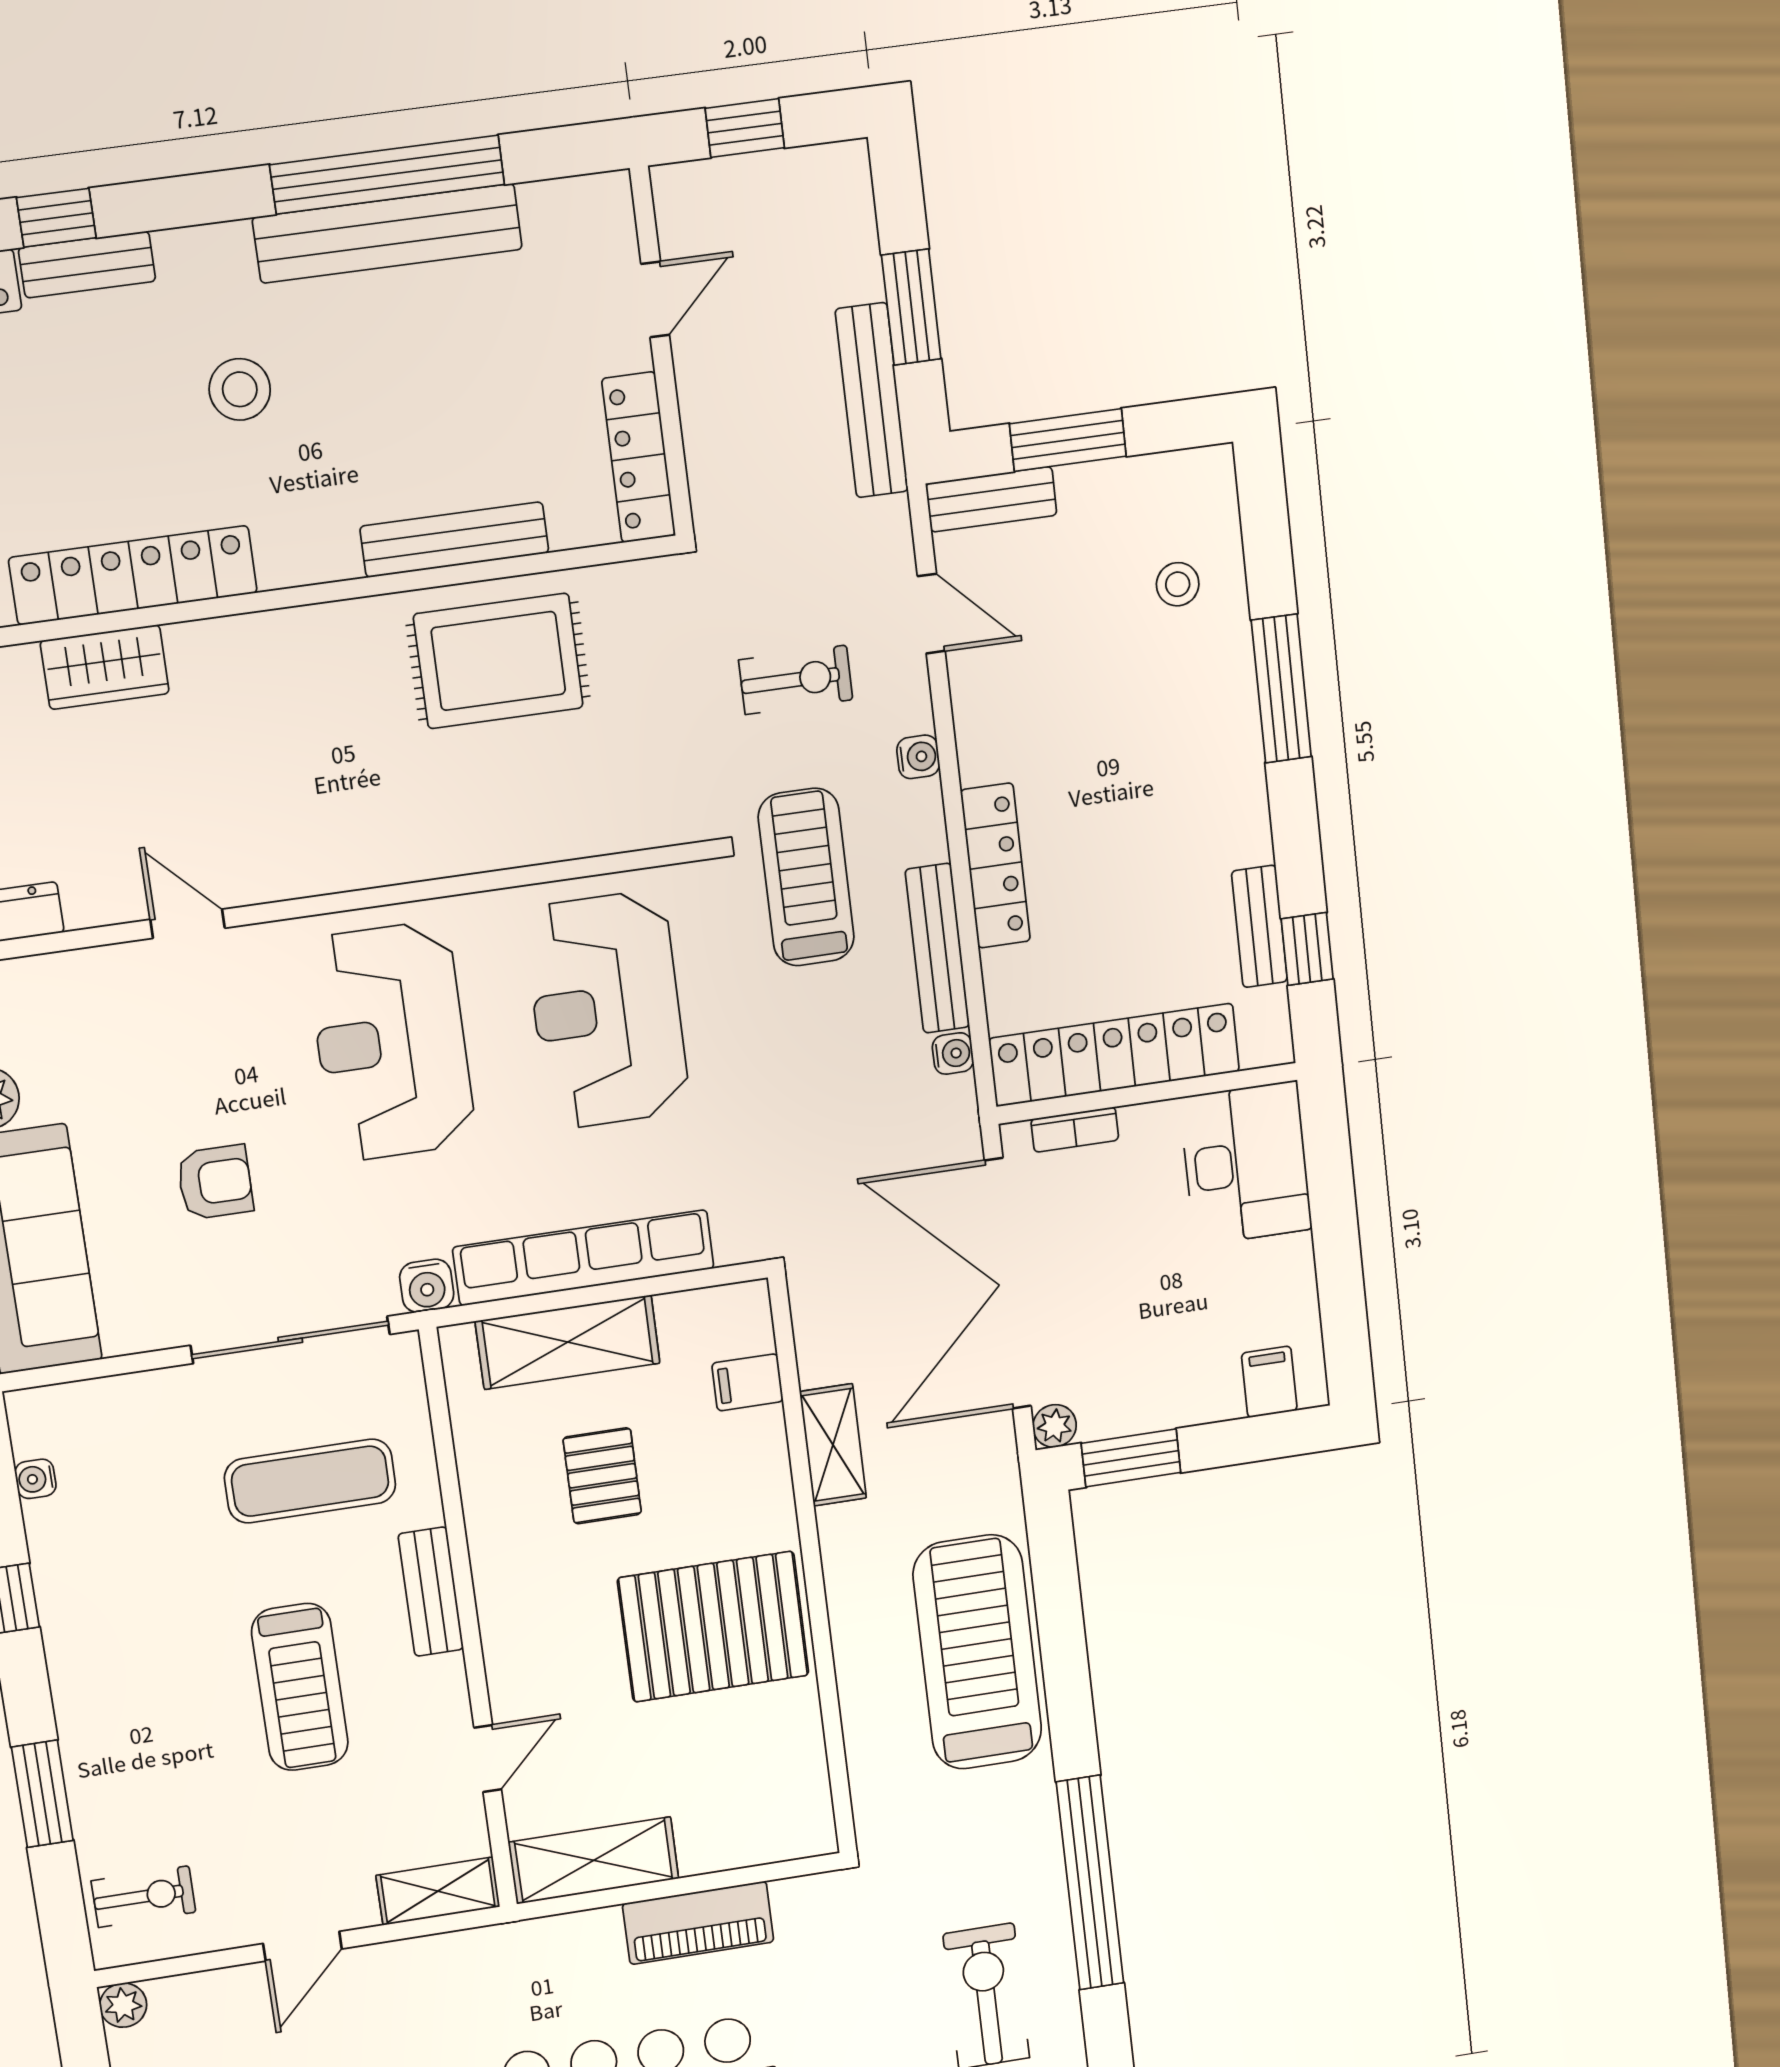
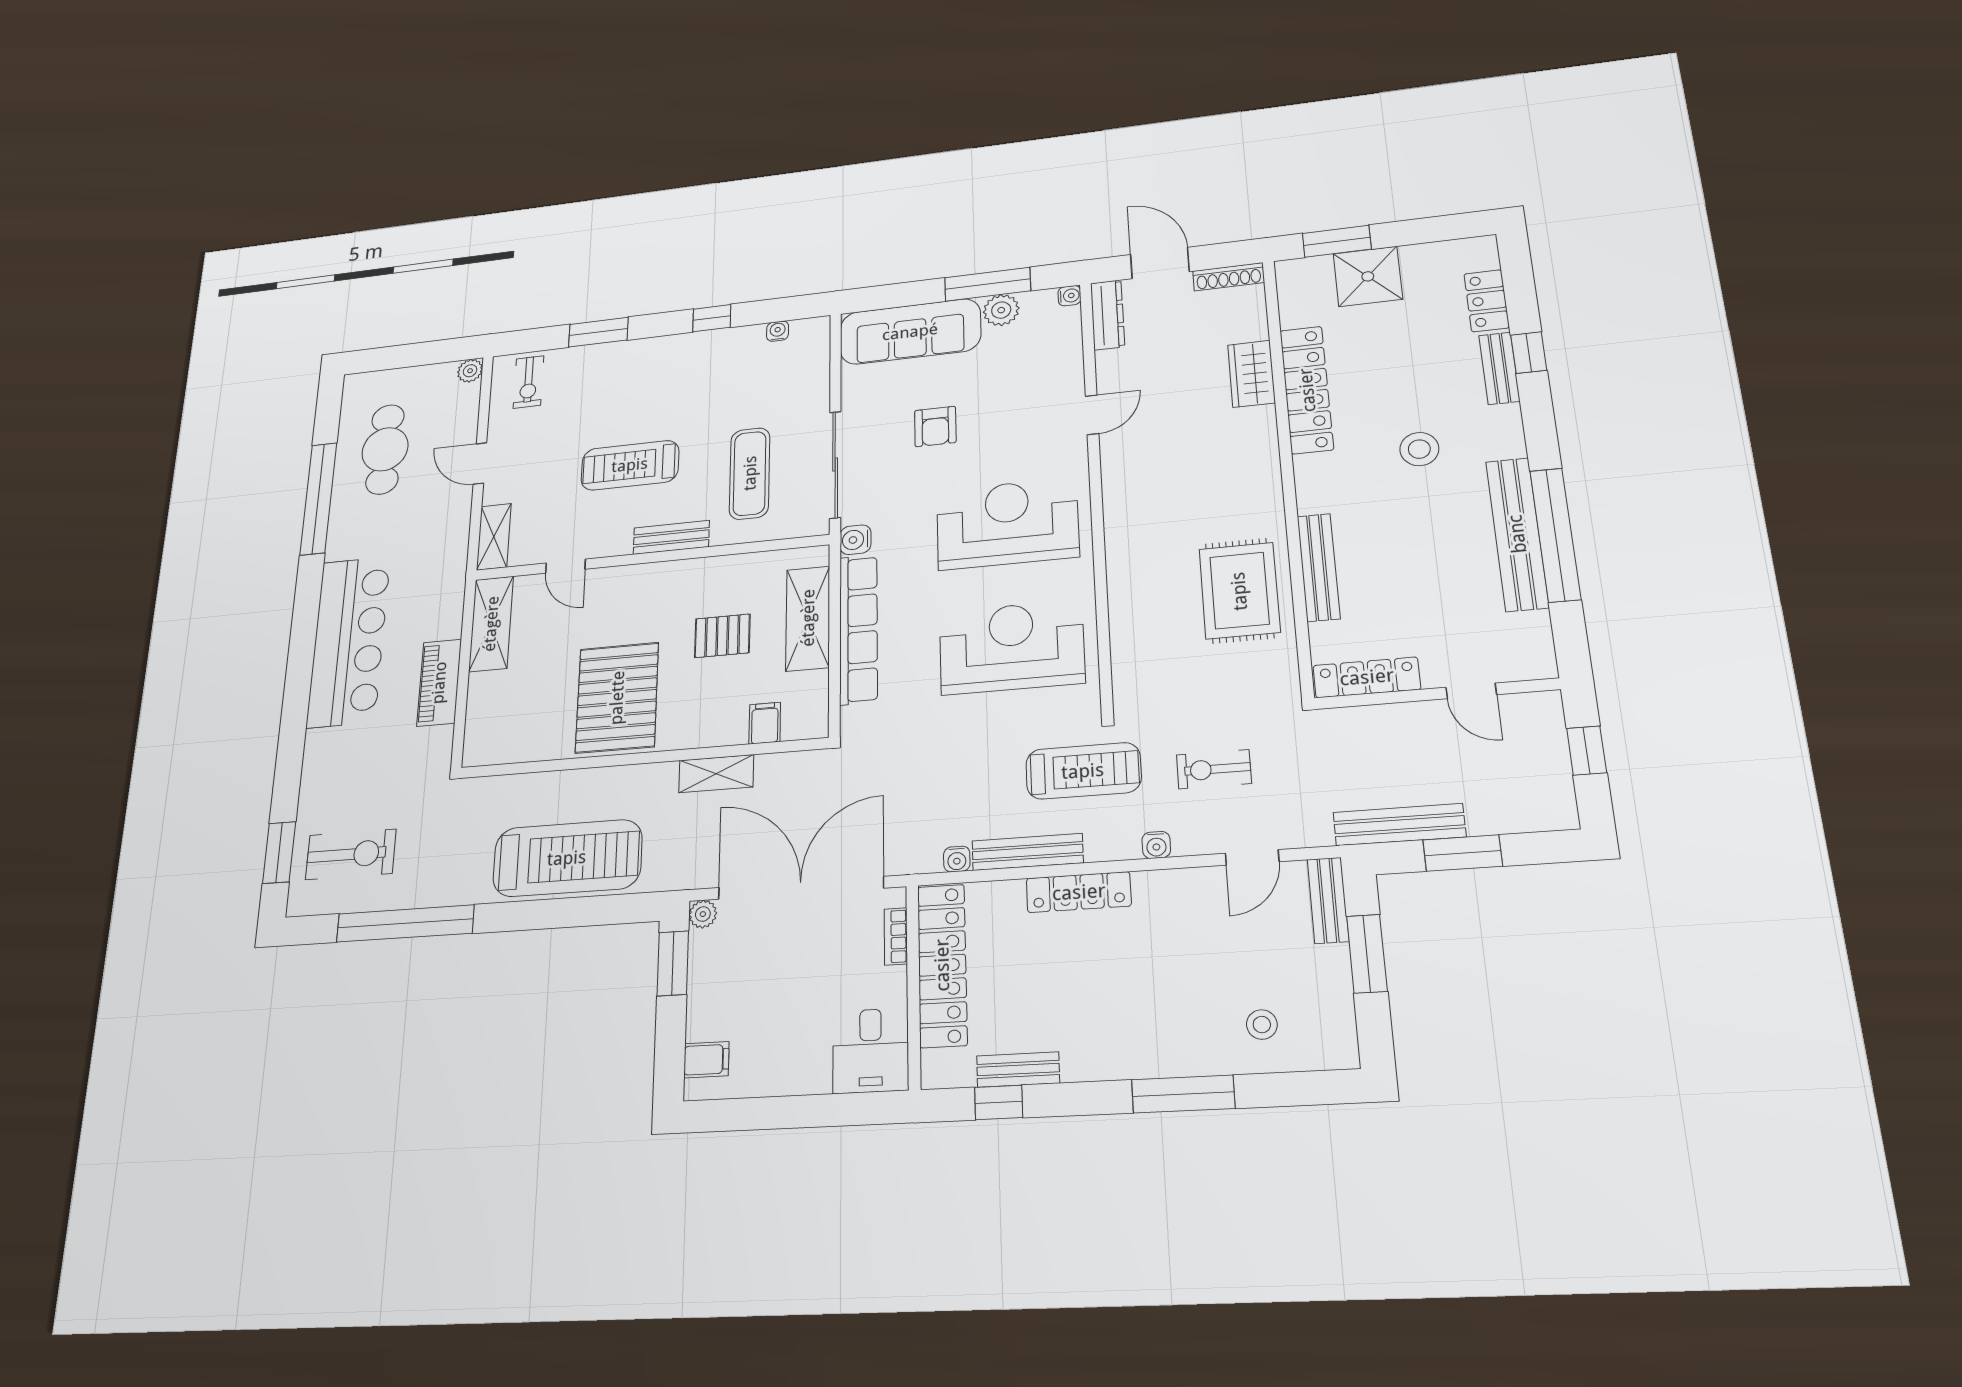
exercise bike: (796, 680) -> (1214, 769), turned 90
desk: (1246, 1163) -> (871, 1051), width x0.73

